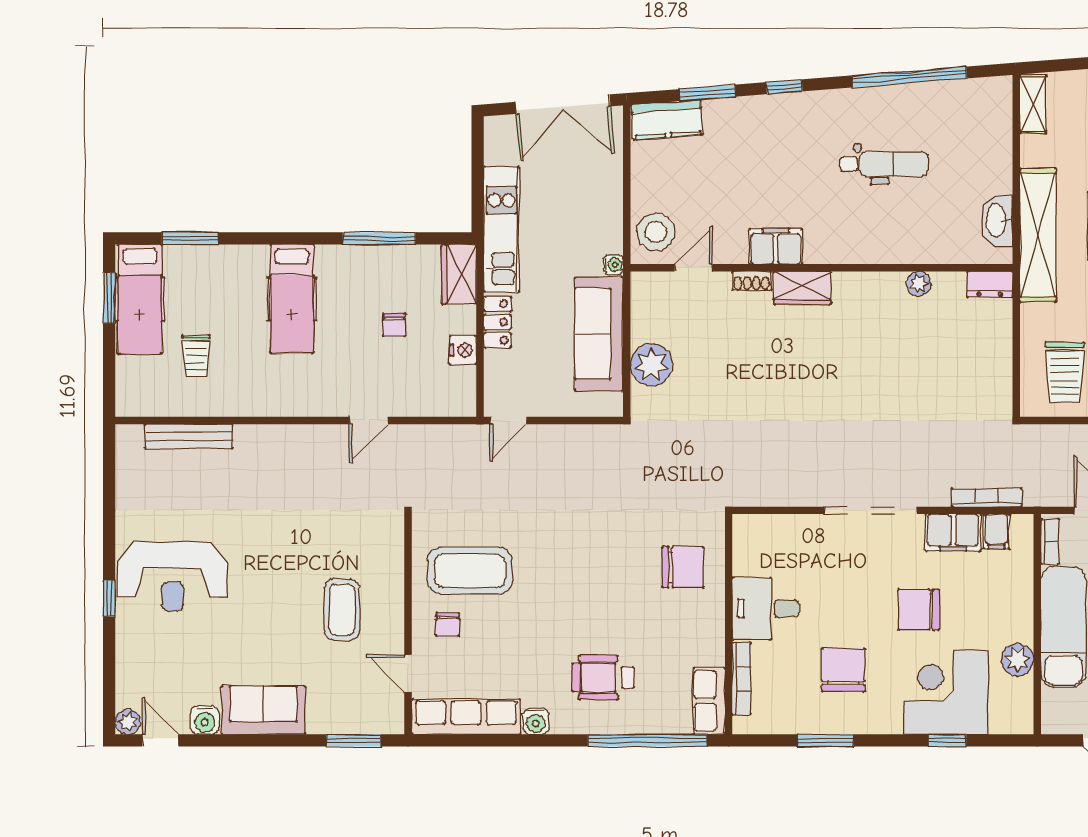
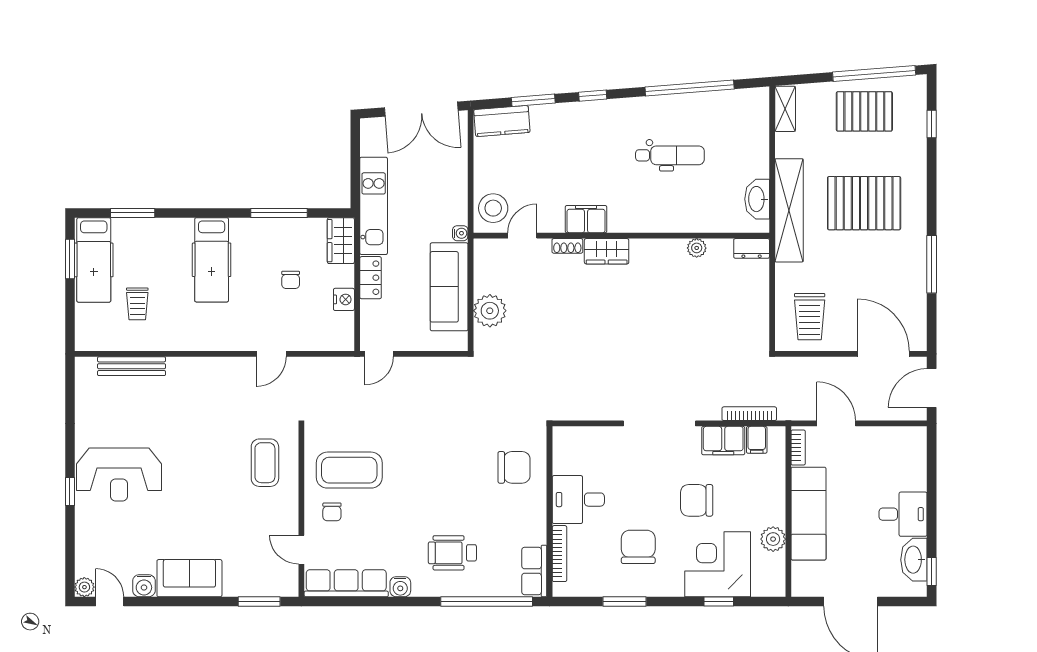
coffee table: (342, 610) -> (265, 463), moved

